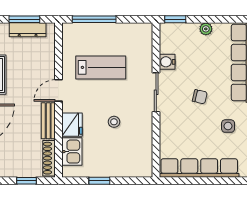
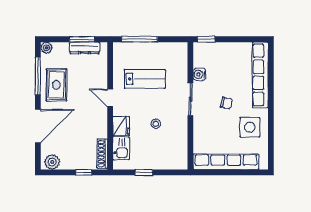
plant: (206, 29) -> (231, 47), removed
door: (58, 90) -> (110, 98), hinge flipped
bench: (48, 121) -> (102, 123), removed
side table: (228, 126) -> (250, 127), width x1.87, depth x1.87

